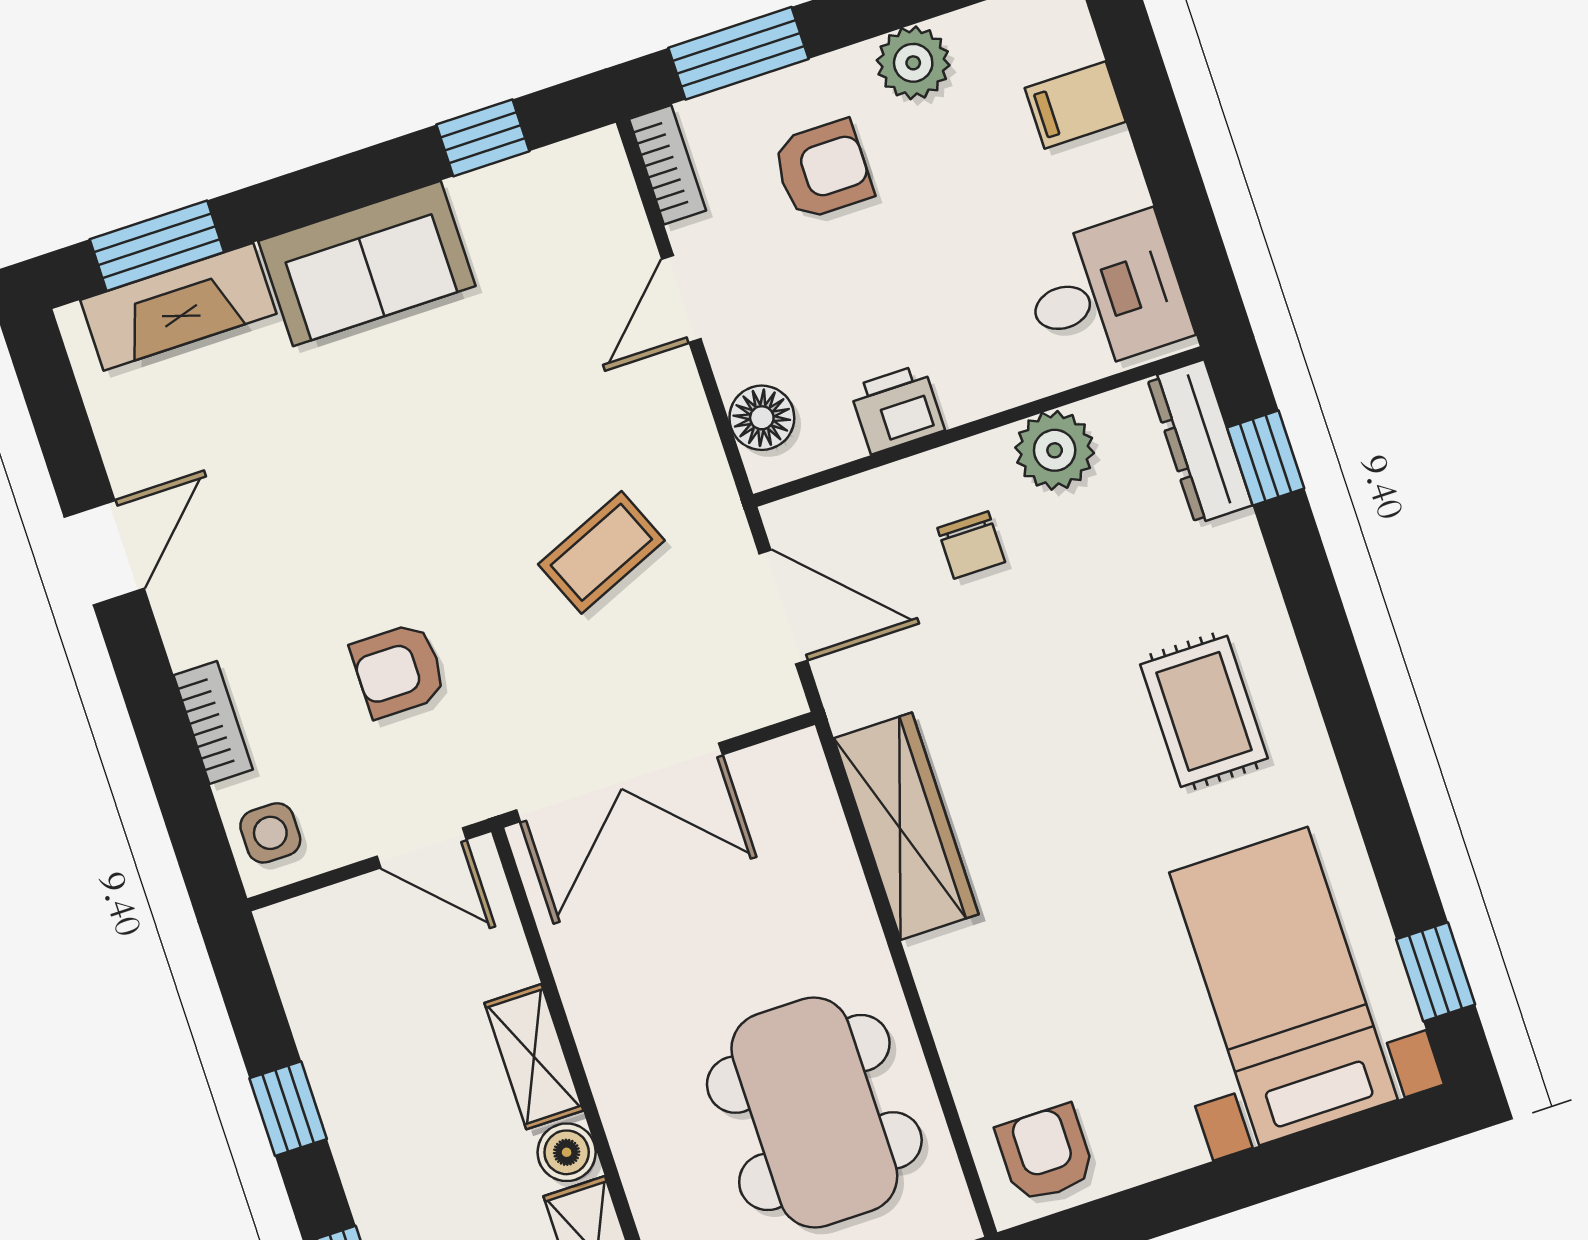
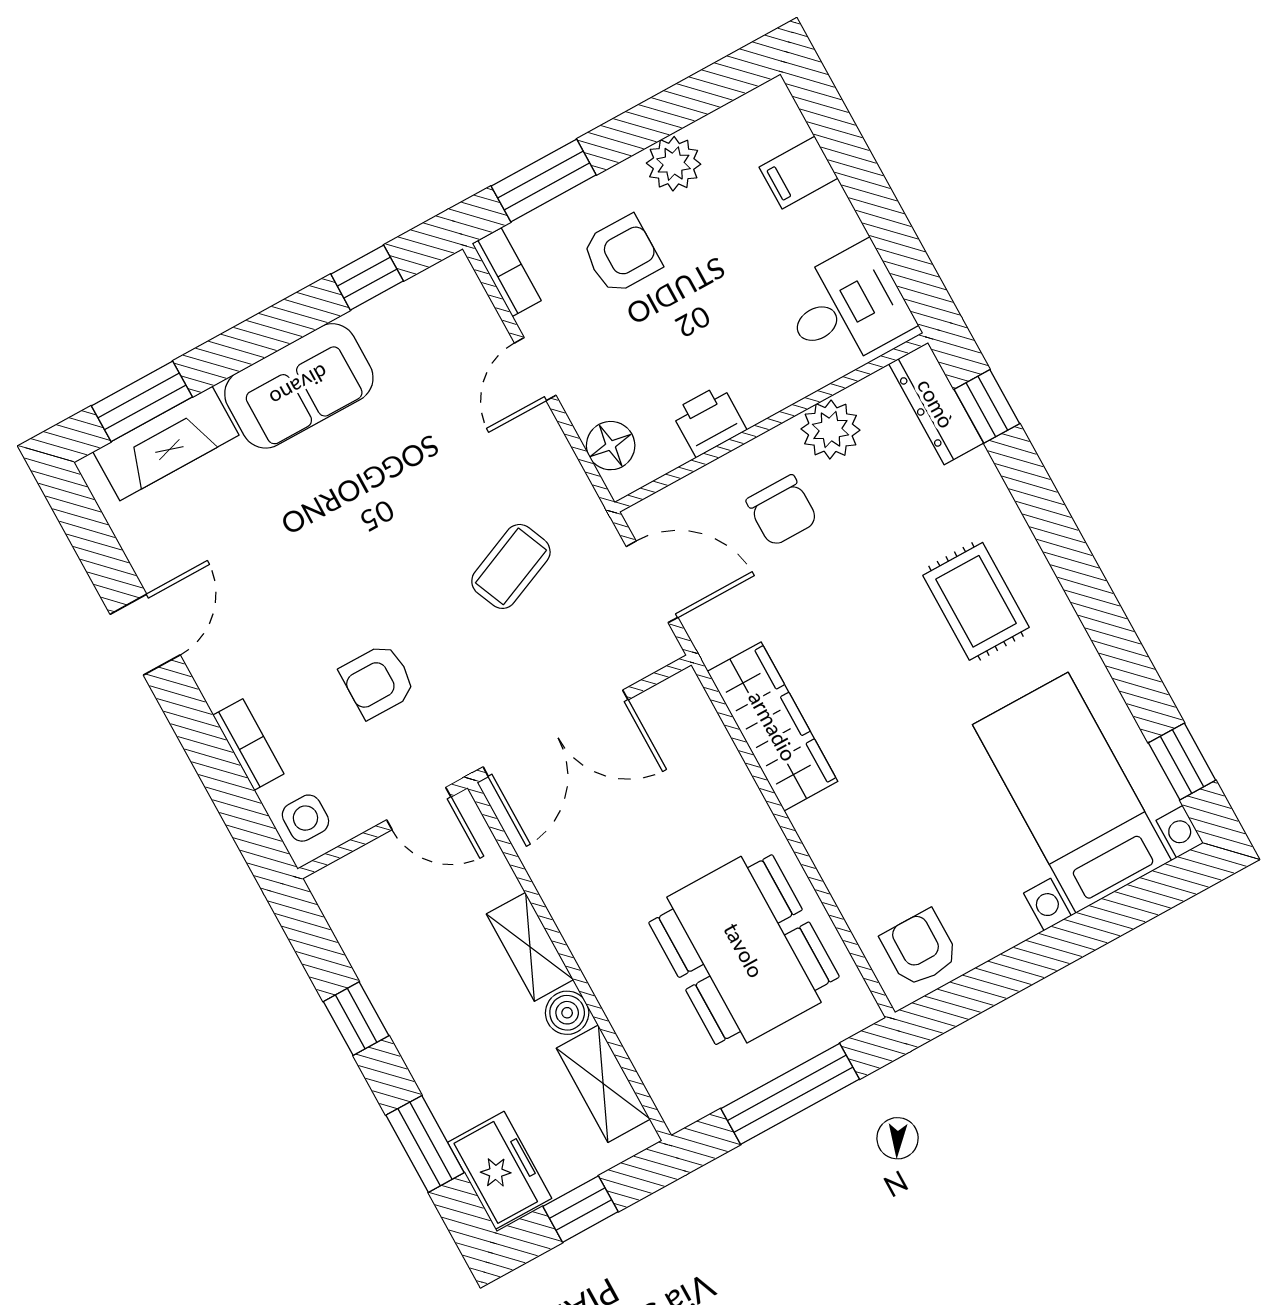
chair: (971, 545) -> (782, 511), width x1.37, depth x1.37

